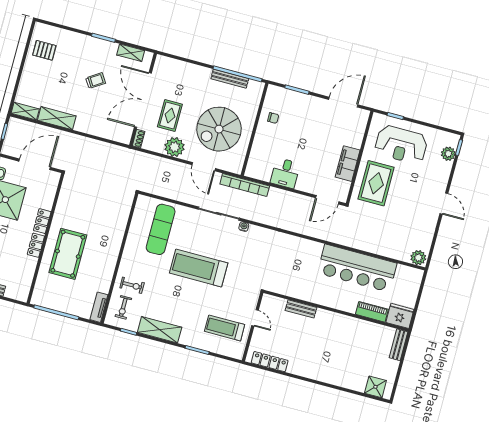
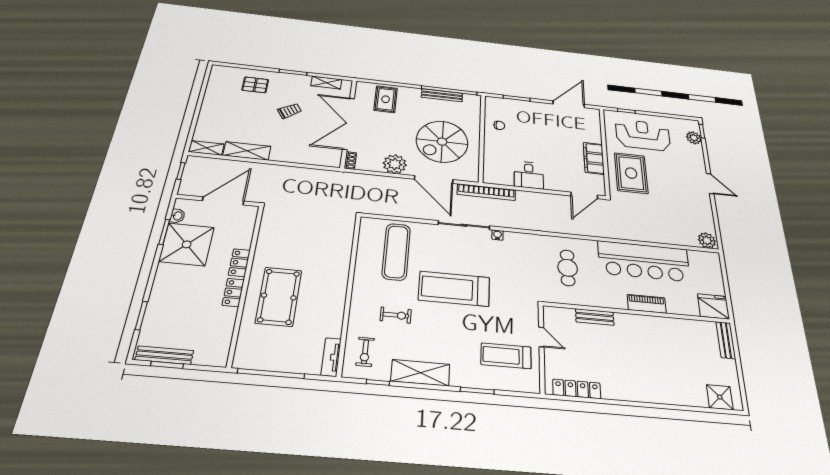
pallet: (44, 50) -> (255, 85), moved
rug: (170, 115) -> (386, 99), moved
reception desk: (401, 145) -> (643, 135), turned 180
door: (204, 167) -> (434, 179), width x1.36
cafe table: (292, 264) -> (568, 268), added
exercise bike: (132, 285) -> (396, 315), moved
piano: (372, 312) -> (647, 304), moved

